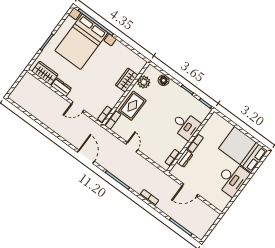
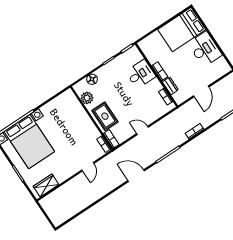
wardrobe: (127, 80) -> (80, 113), removed
dresser: (61, 87) -> (64, 175), removed

